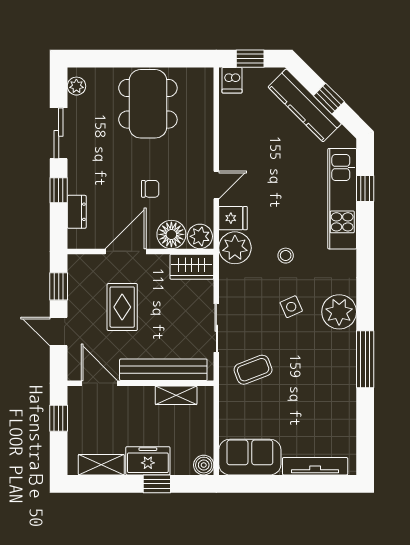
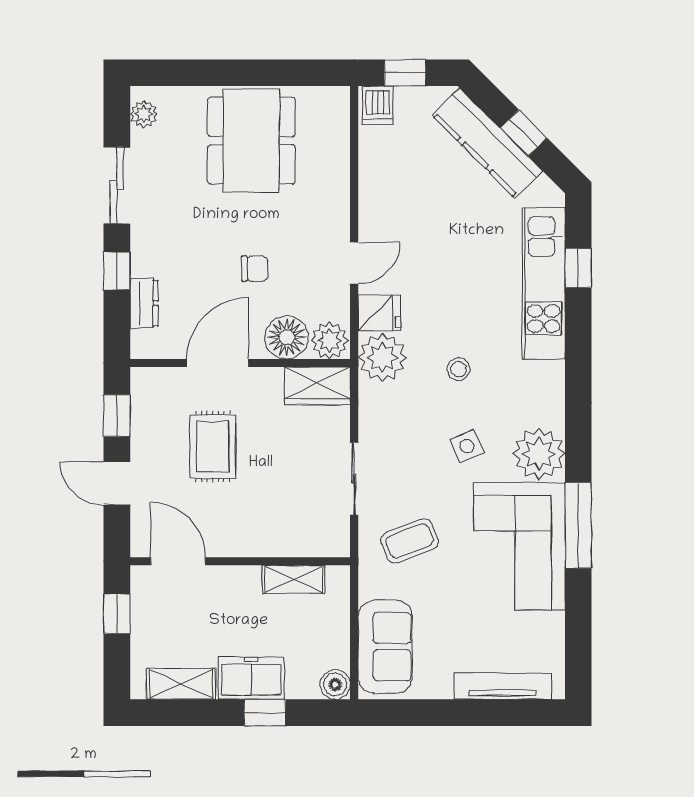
bench: (163, 370) -> (274, 541), removed
corner sofa: (326, 373) -> (519, 546), added
sofa: (250, 457) -> (385, 647), moved, turned 90

